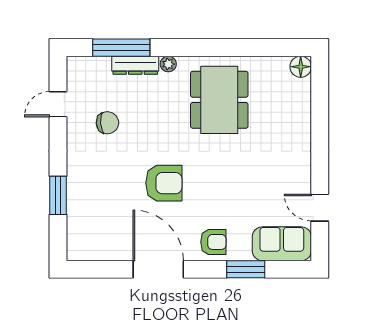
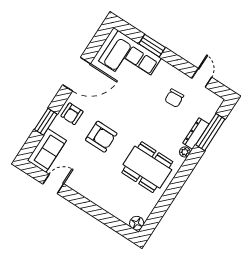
armchair: (164, 183) -> (101, 137), moved, turned -90
corner sofa: (95, 212) -> (130, 60), added

